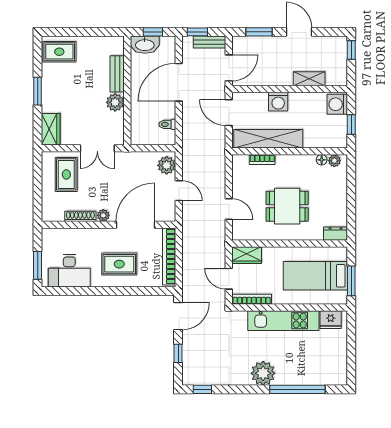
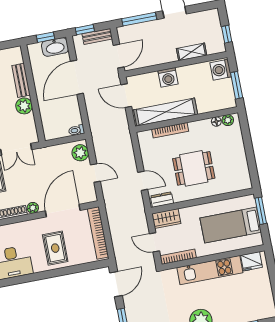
window: (259, 32) -> (139, 19), width x1.44
washbasin: (145, 45) -> (55, 47), moved
window: (351, 50) -> (227, 34), moved
toilet: (167, 124) -> (77, 130), moved
window: (351, 124) -> (237, 85), width x1.50
bookcase: (262, 160) -> (170, 130), width x1.56
dresser: (335, 234) -> (162, 200), moved
rug: (119, 264) -> (55, 248), turned 90
window: (351, 281) -> (261, 211), moved

